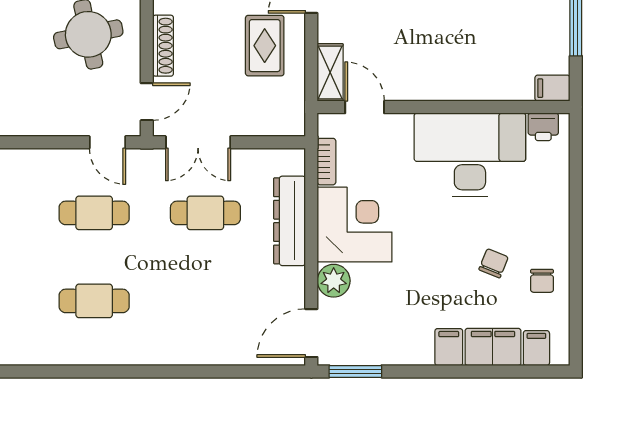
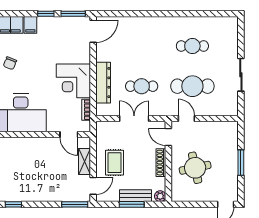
shelving: (330, 72) -> (85, 161), moved
door: (147, 102) -> (168, 137), hinge flipped
double door: (198, 142) -> (134, 118), moved
cafe table: (94, 213) -> (192, 86), width x1.37, depth x1.35
plant: (334, 281) -> (83, 55), removed
window: (415, 371) -> (46, 14), added

